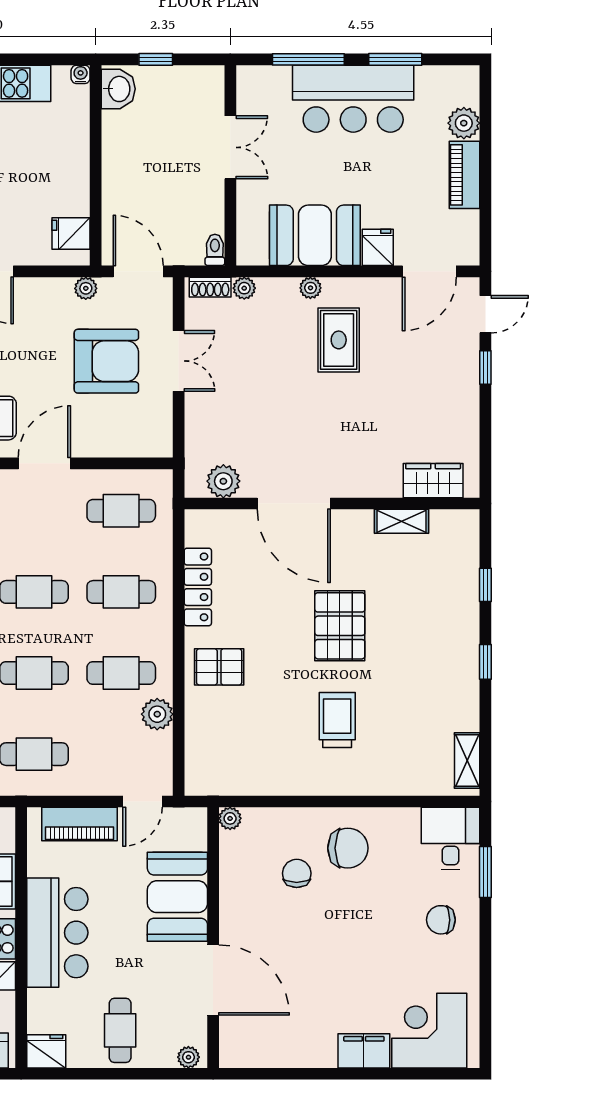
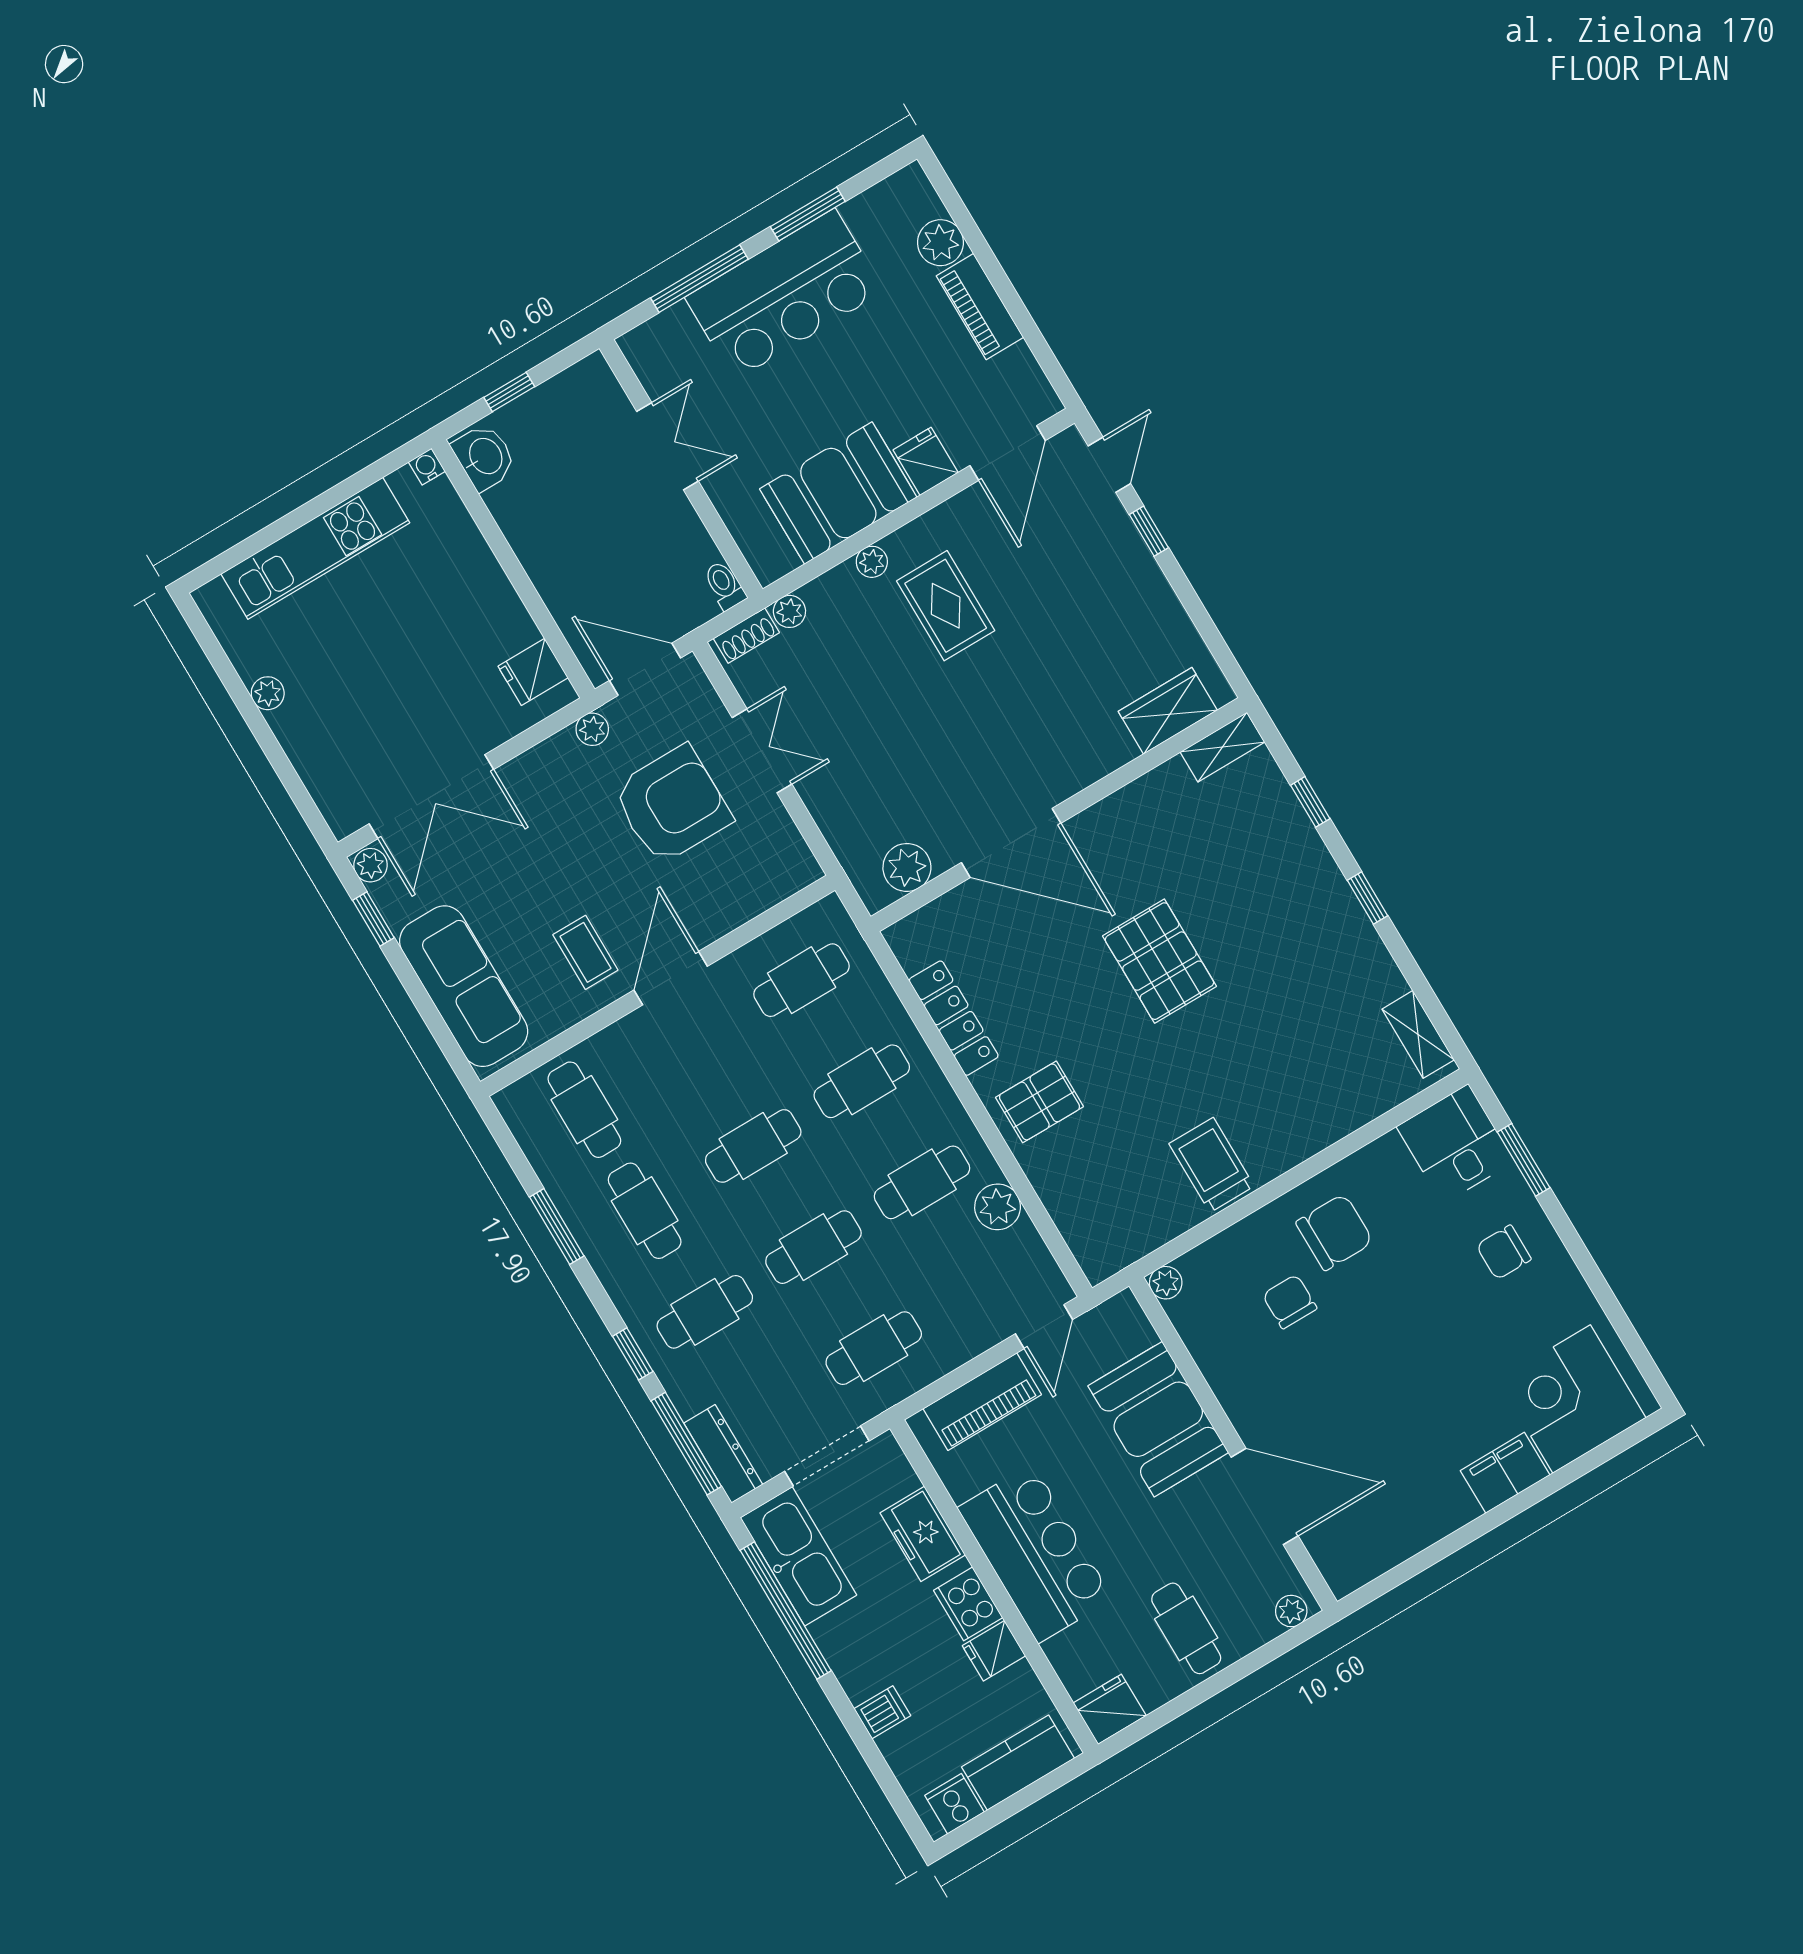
shelving: (401, 521) -> (1222, 747), moved
trolley: (337, 720) -> (1212, 1165), moved

